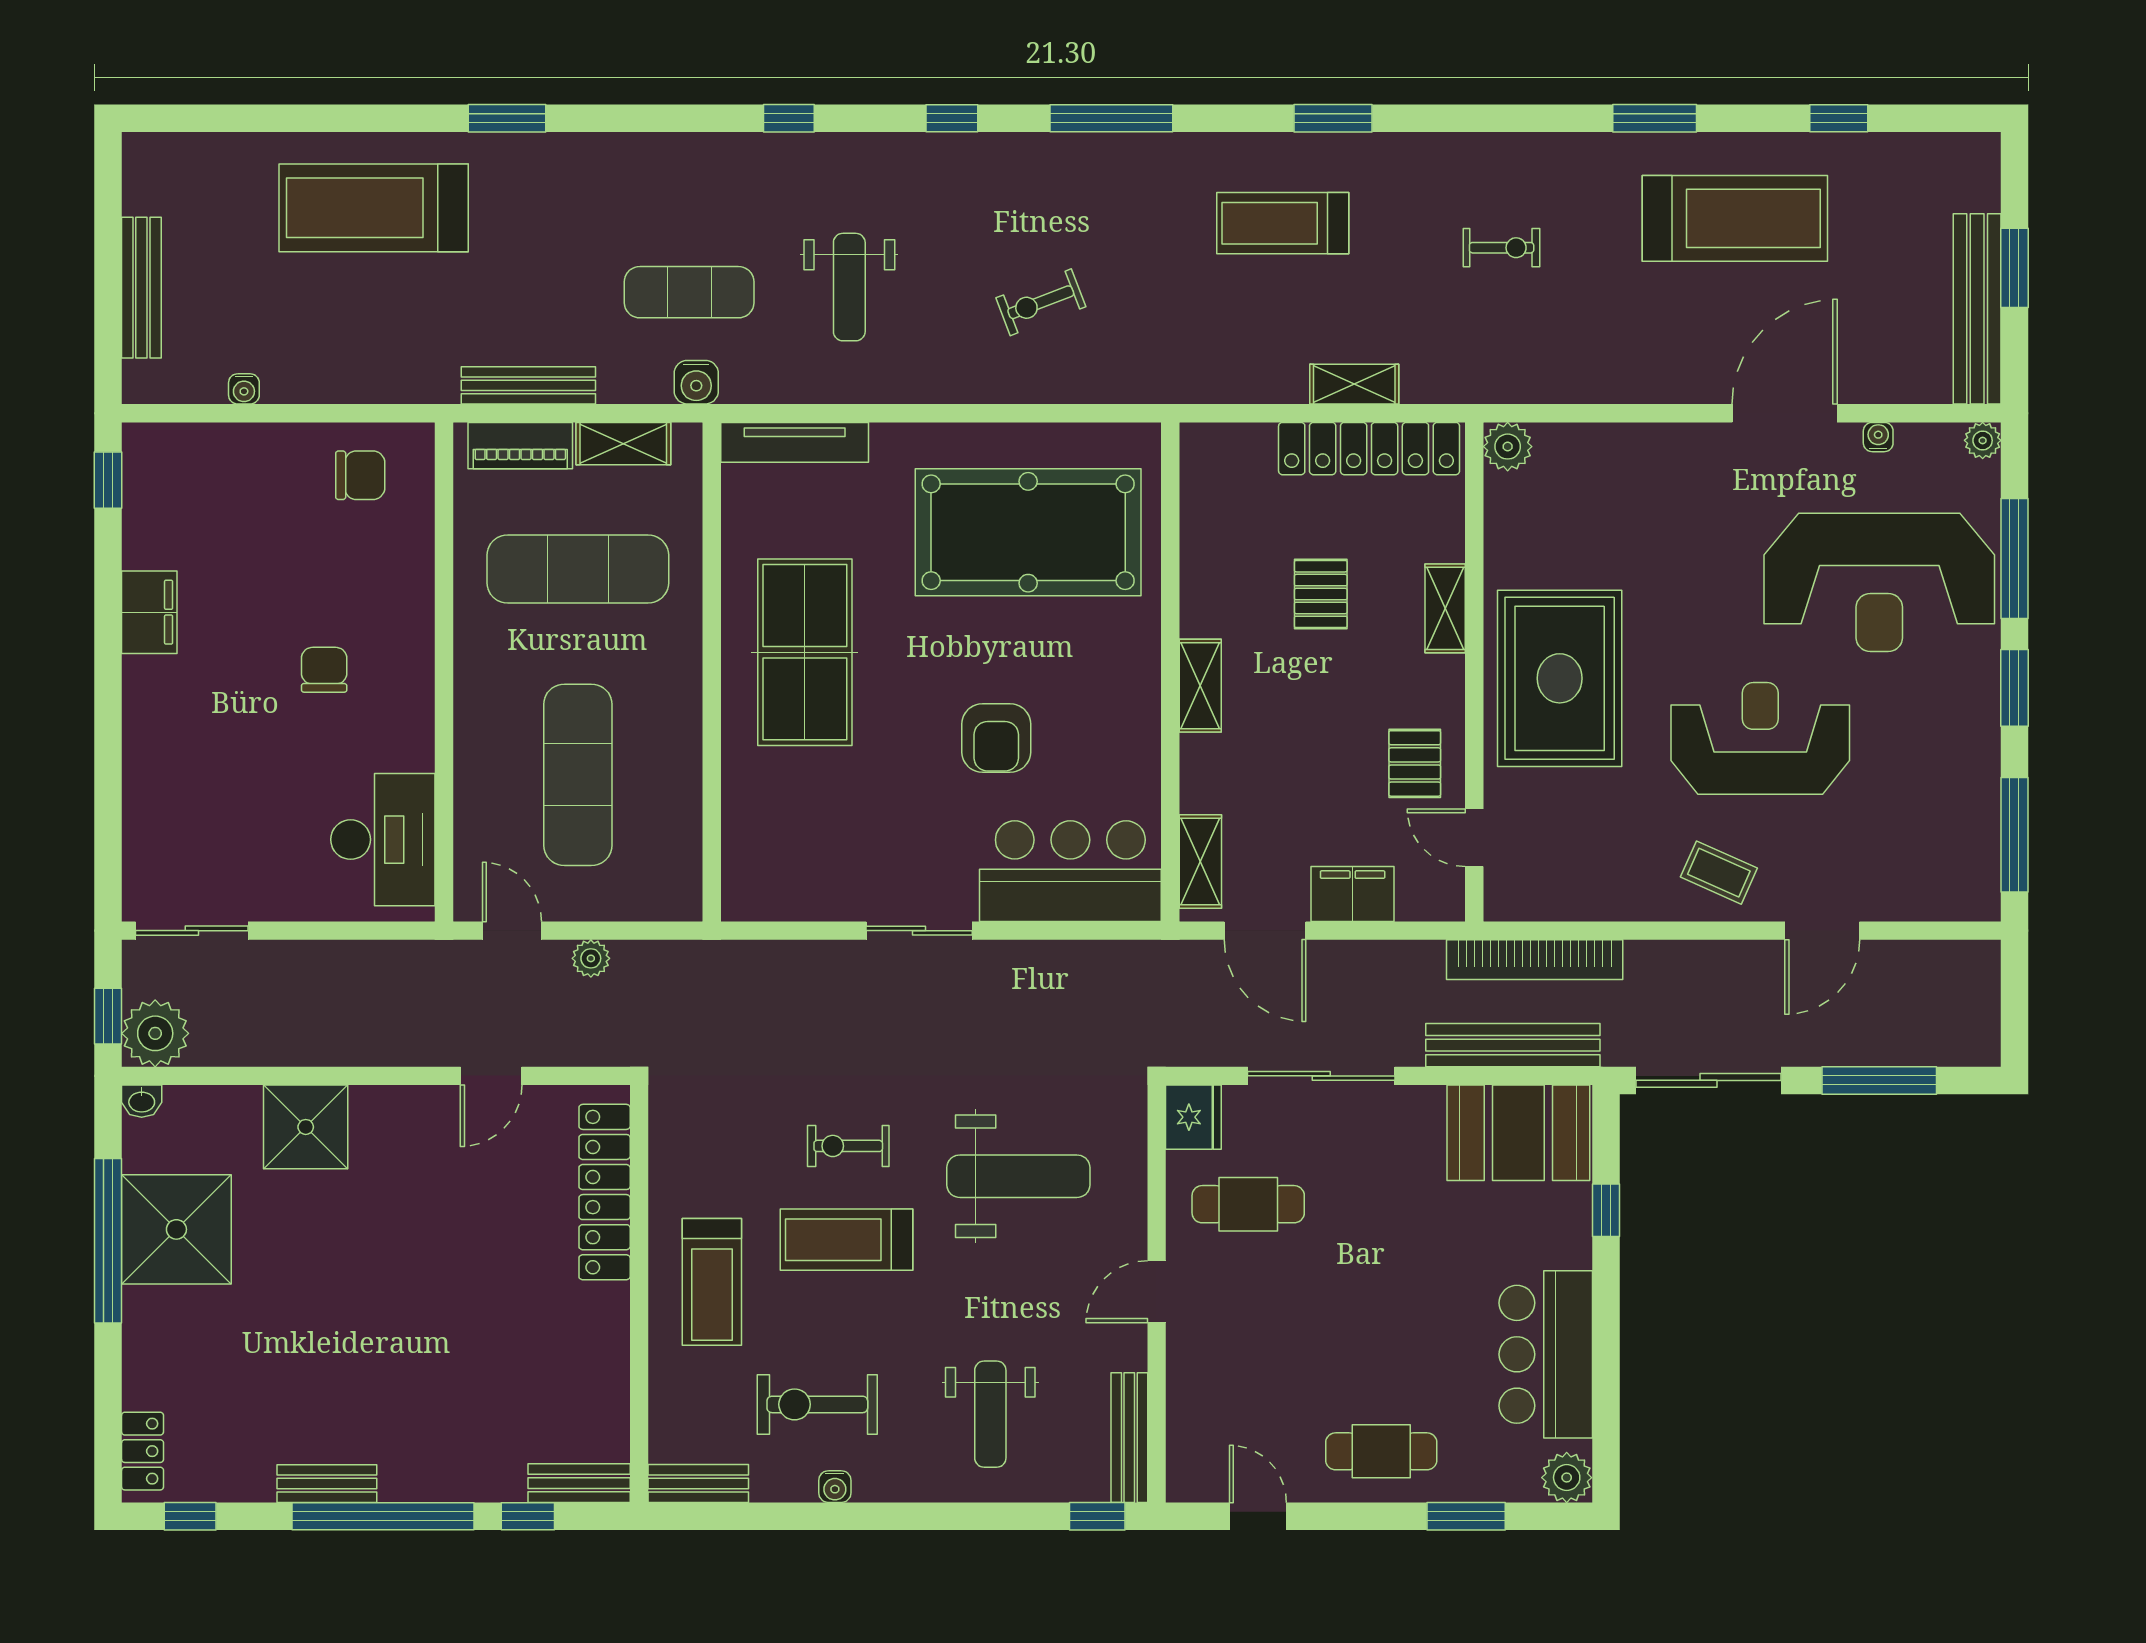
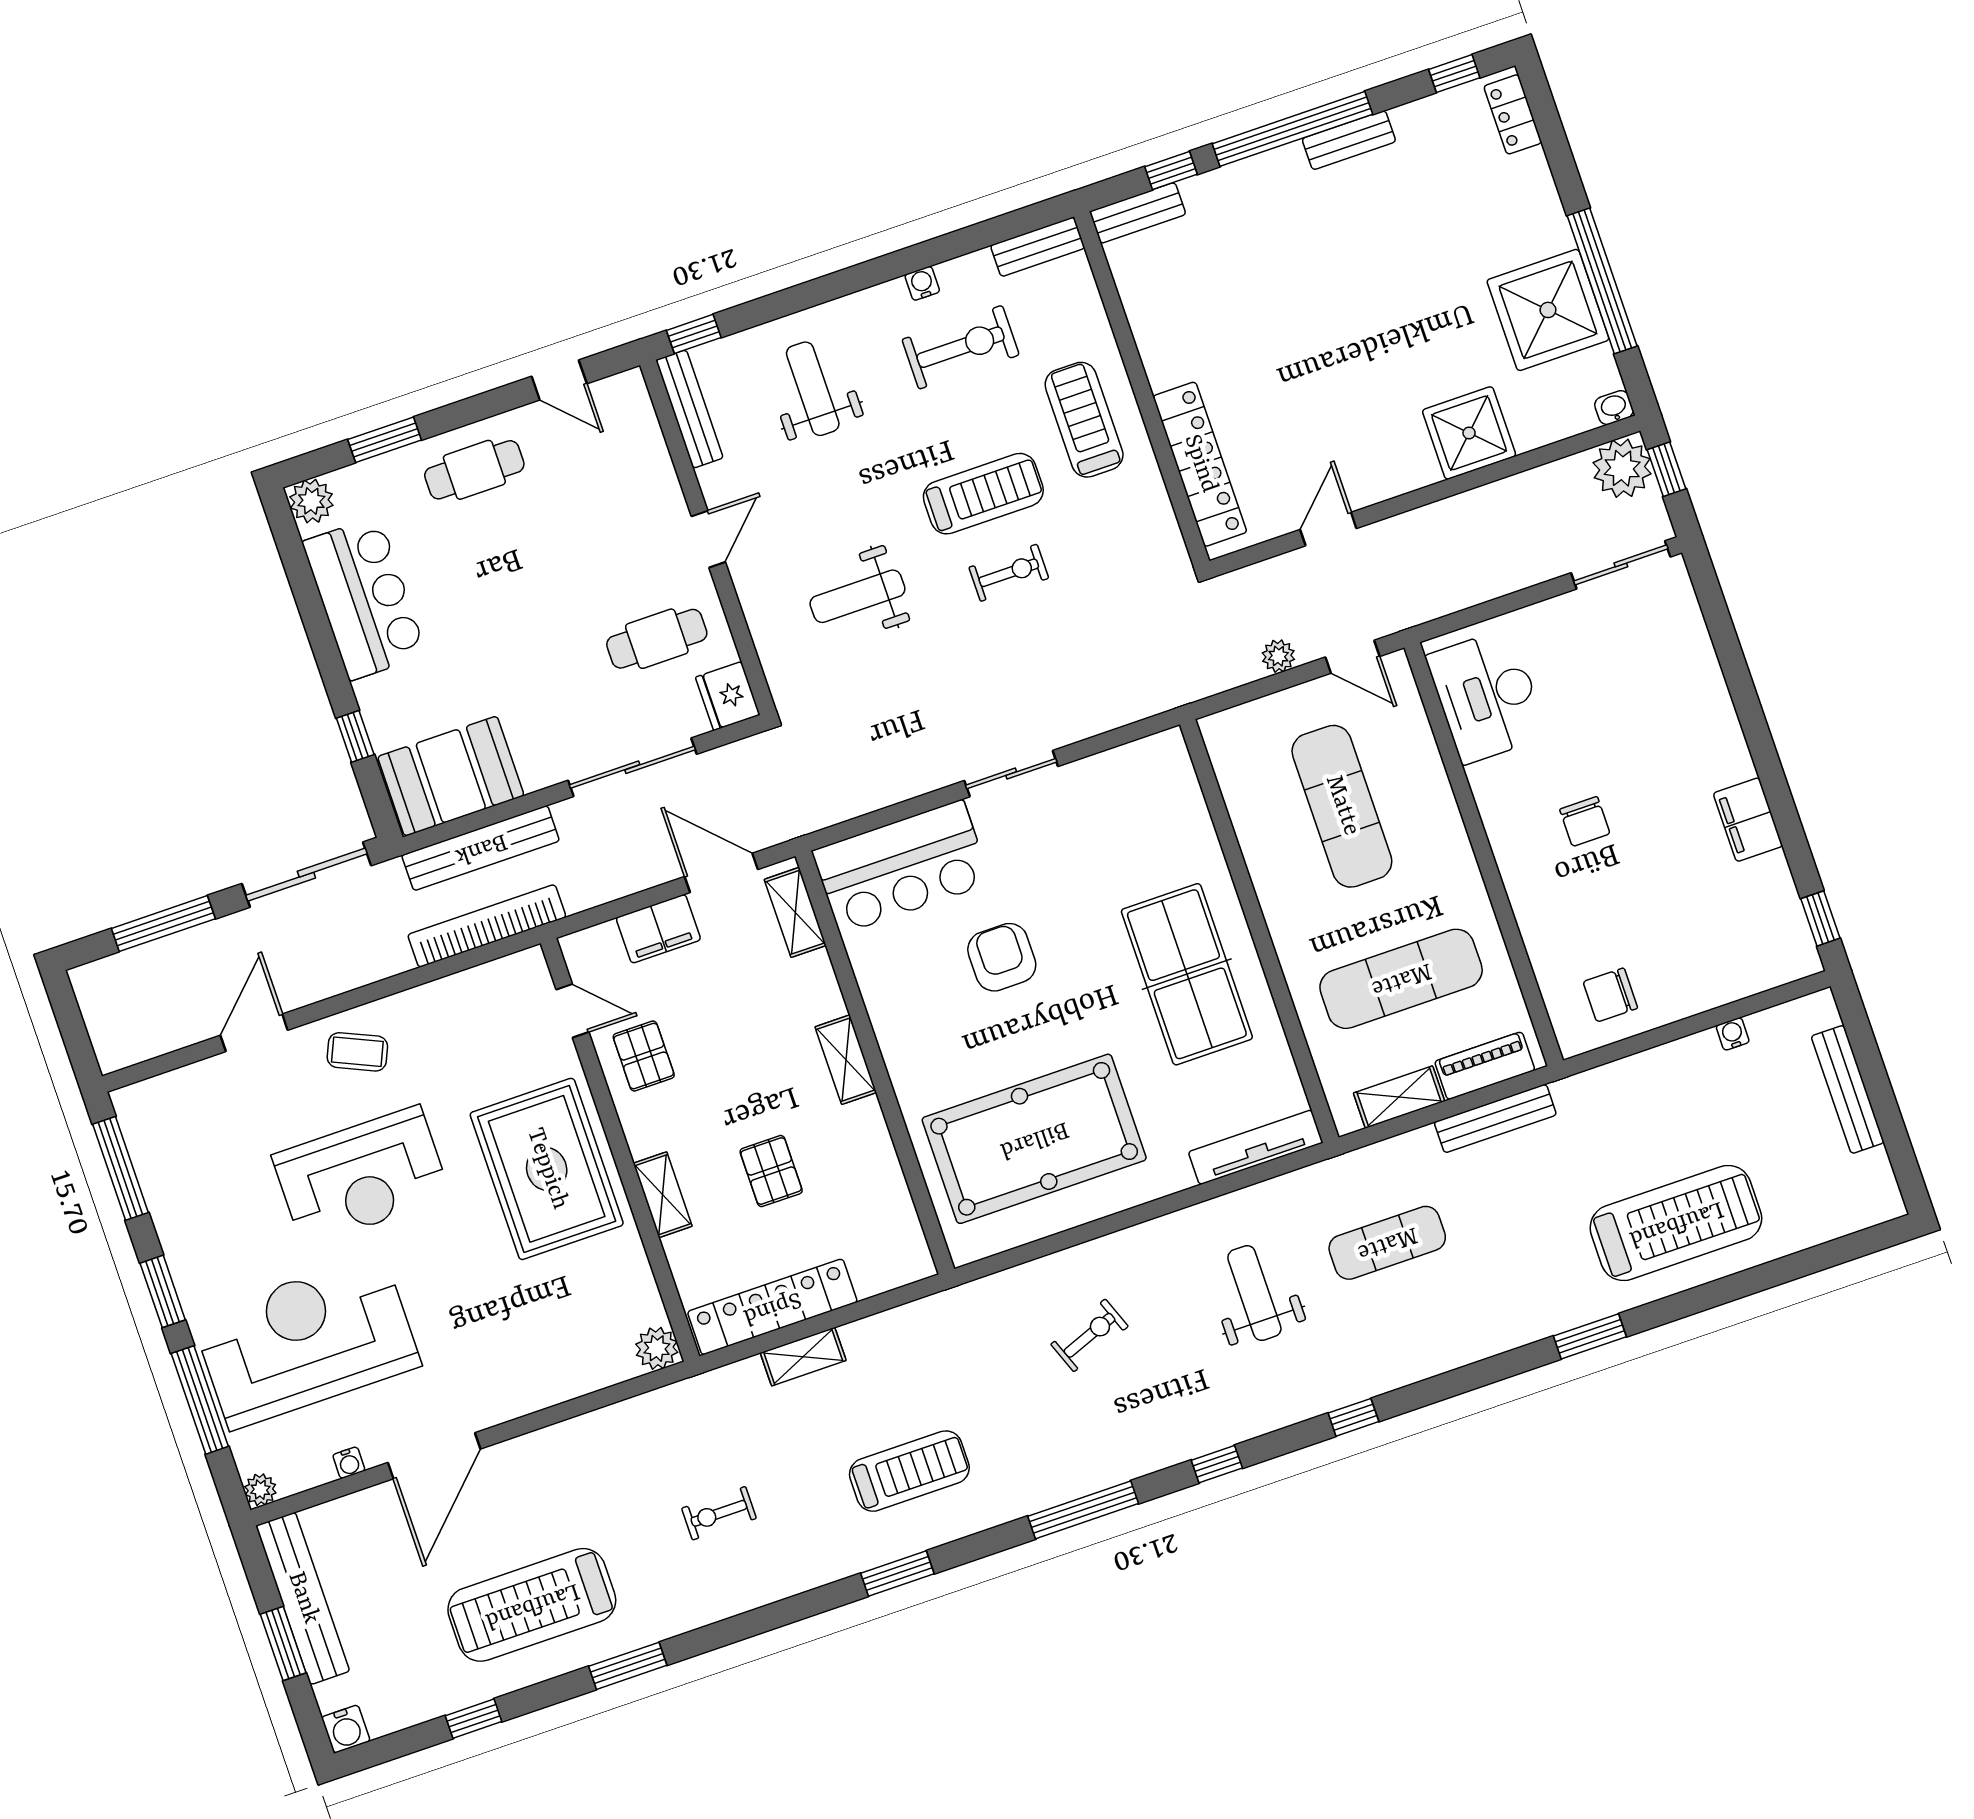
water cooler: (696, 382) -> (346, 1729), moved, turned 180
weight bench: (1018, 1176) -> (857, 596), width x0.73, depth x0.75

